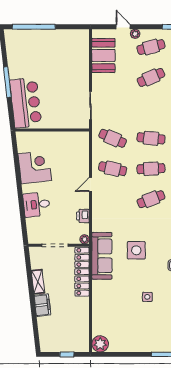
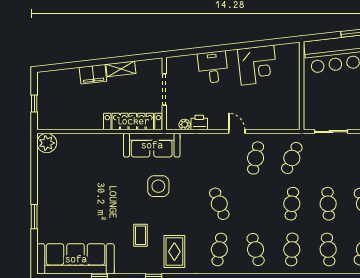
cafe table: (151, 169) -> (328, 204), moved
plant: (85, 239) -> (185, 124), moved
side table: (147, 297) -> (103, 199), removed

